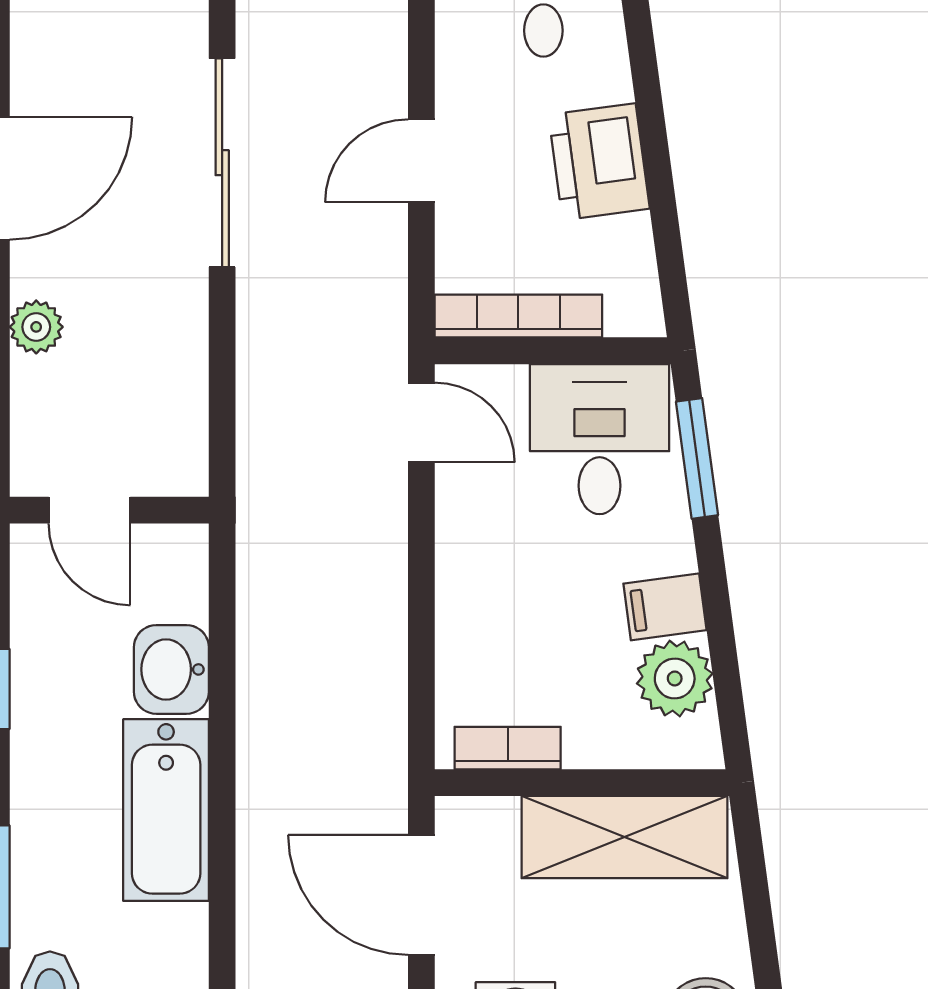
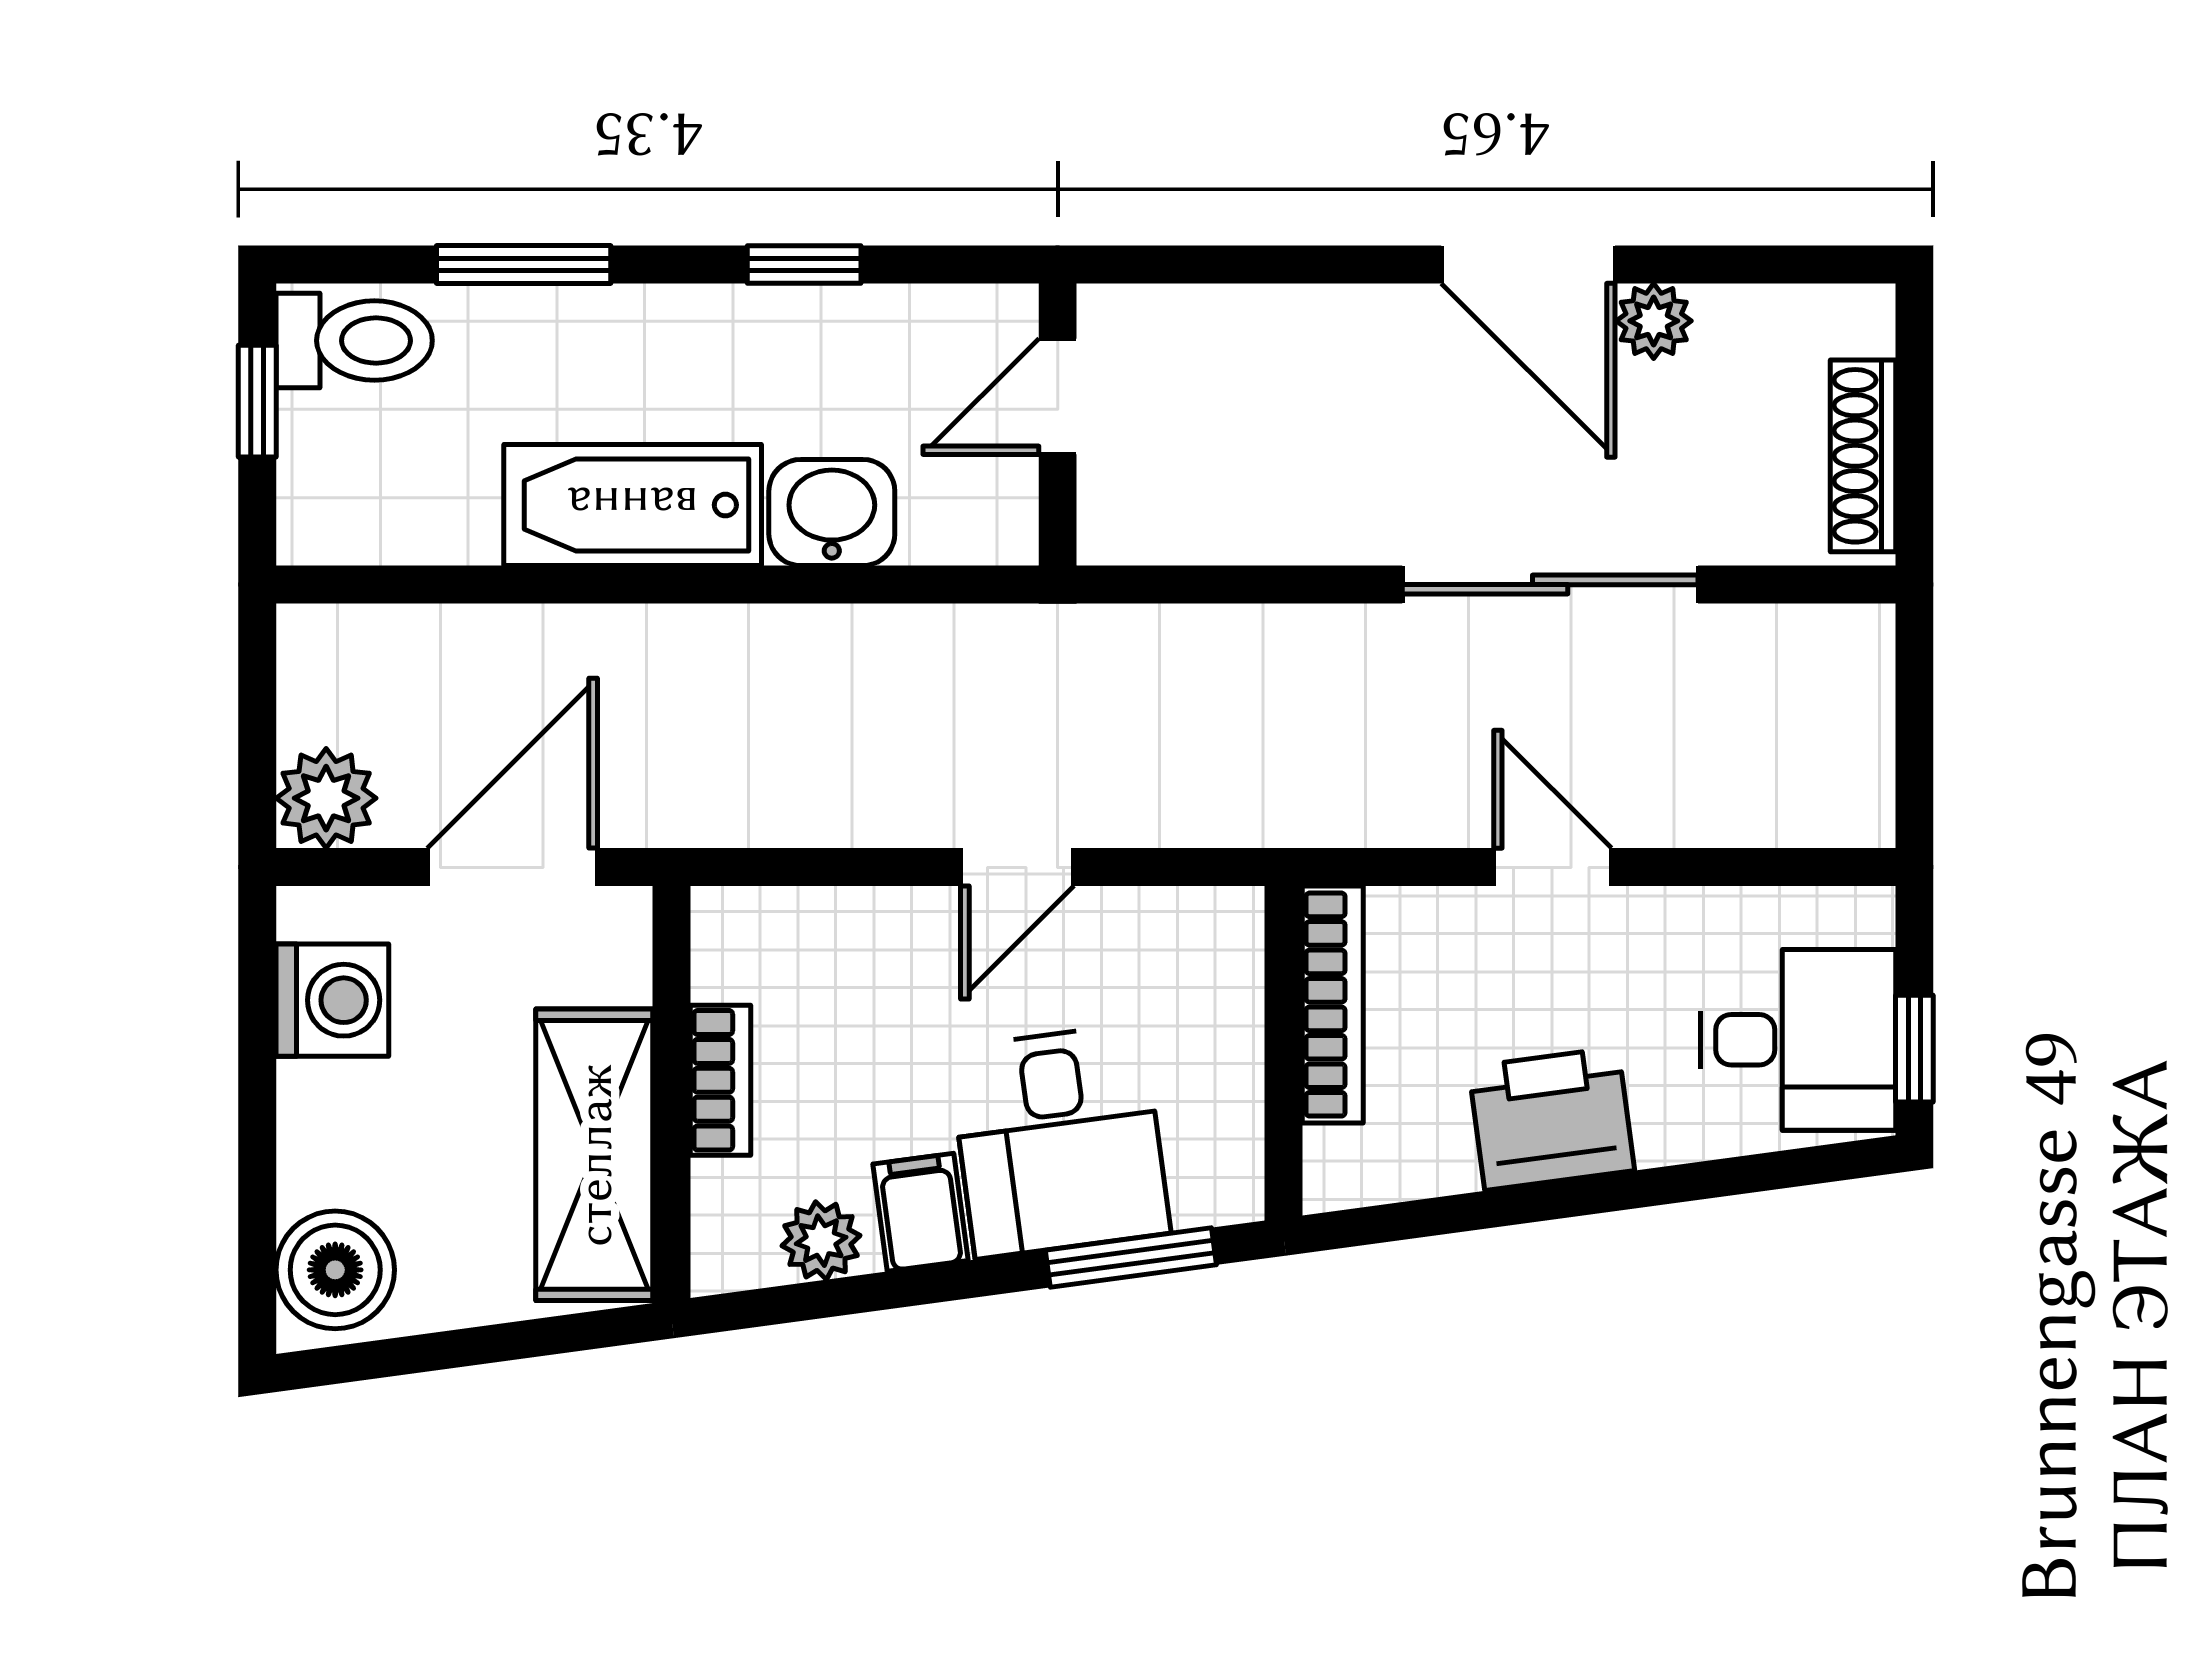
plant: (36, 327) -> (1654, 321), moved
door: (421, 423) -> (1017, 867), moved
desk: (600, 439) -> (1059, 1141), moved, turned 82
plant: (675, 678) -> (821, 1241), width x0.73, depth x0.73
bookcase: (508, 748) -> (720, 1080), moved

